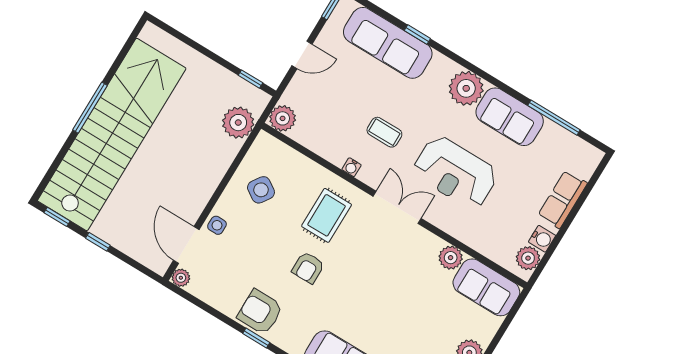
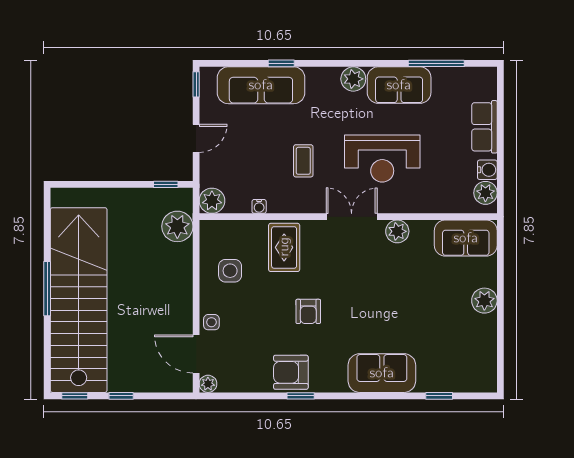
plant: (466, 88) -> (353, 79), width x0.73, depth x0.73
coffee table: (384, 132) -> (303, 161), turned 90
water cooler: (352, 167) -> (259, 206), moved
side table: (261, 190) -> (230, 271), turned -34
rug: (327, 215) -> (284, 247), moved
plant: (451, 258) -> (397, 231), moved

